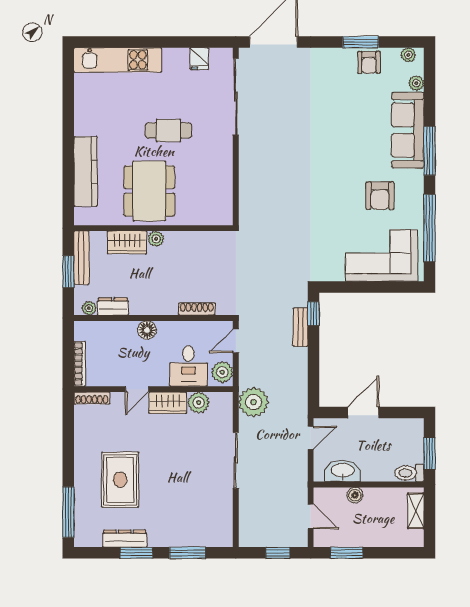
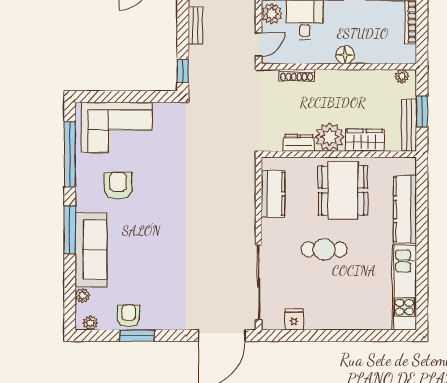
kitchen unit: (118, 60) -> (404, 288), moved, turned -90
kitchen counter: (221, 187) -> (273, 194), added
plant: (156, 239) -> (330, 137), width x1.87, depth x1.87
dresser: (113, 306) -> (299, 143), moved, turned 180
bench: (301, 327) -> (195, 25), moved

